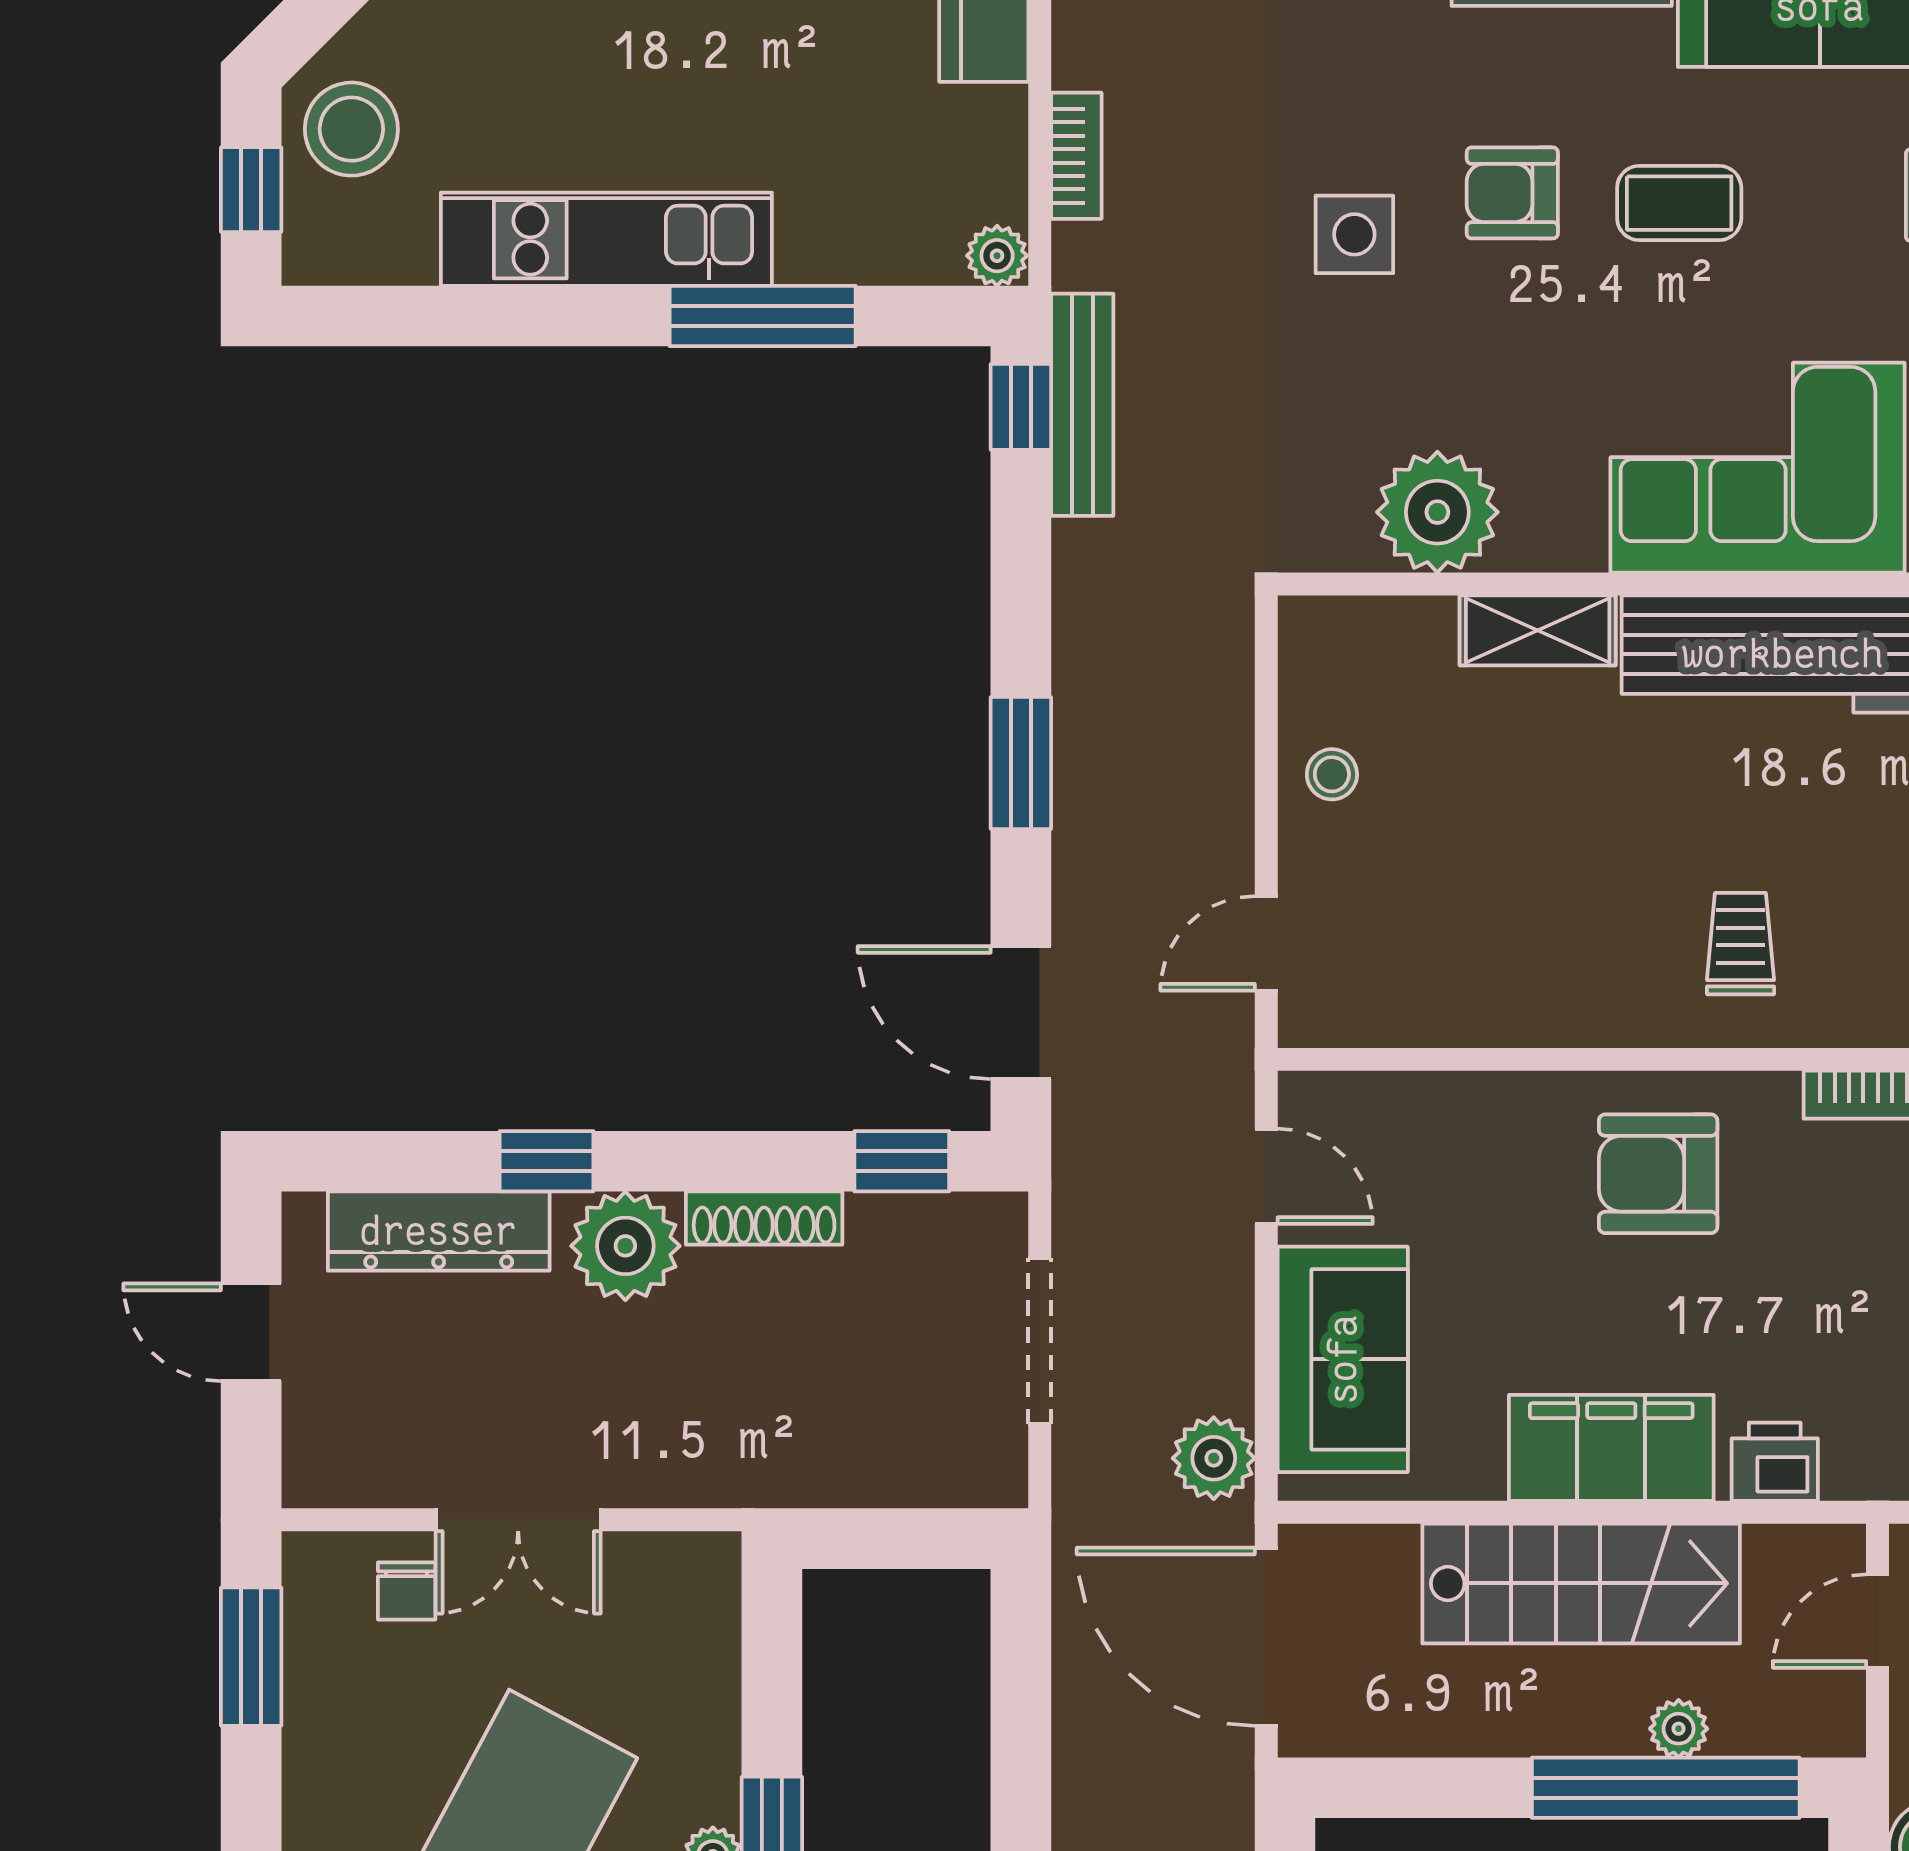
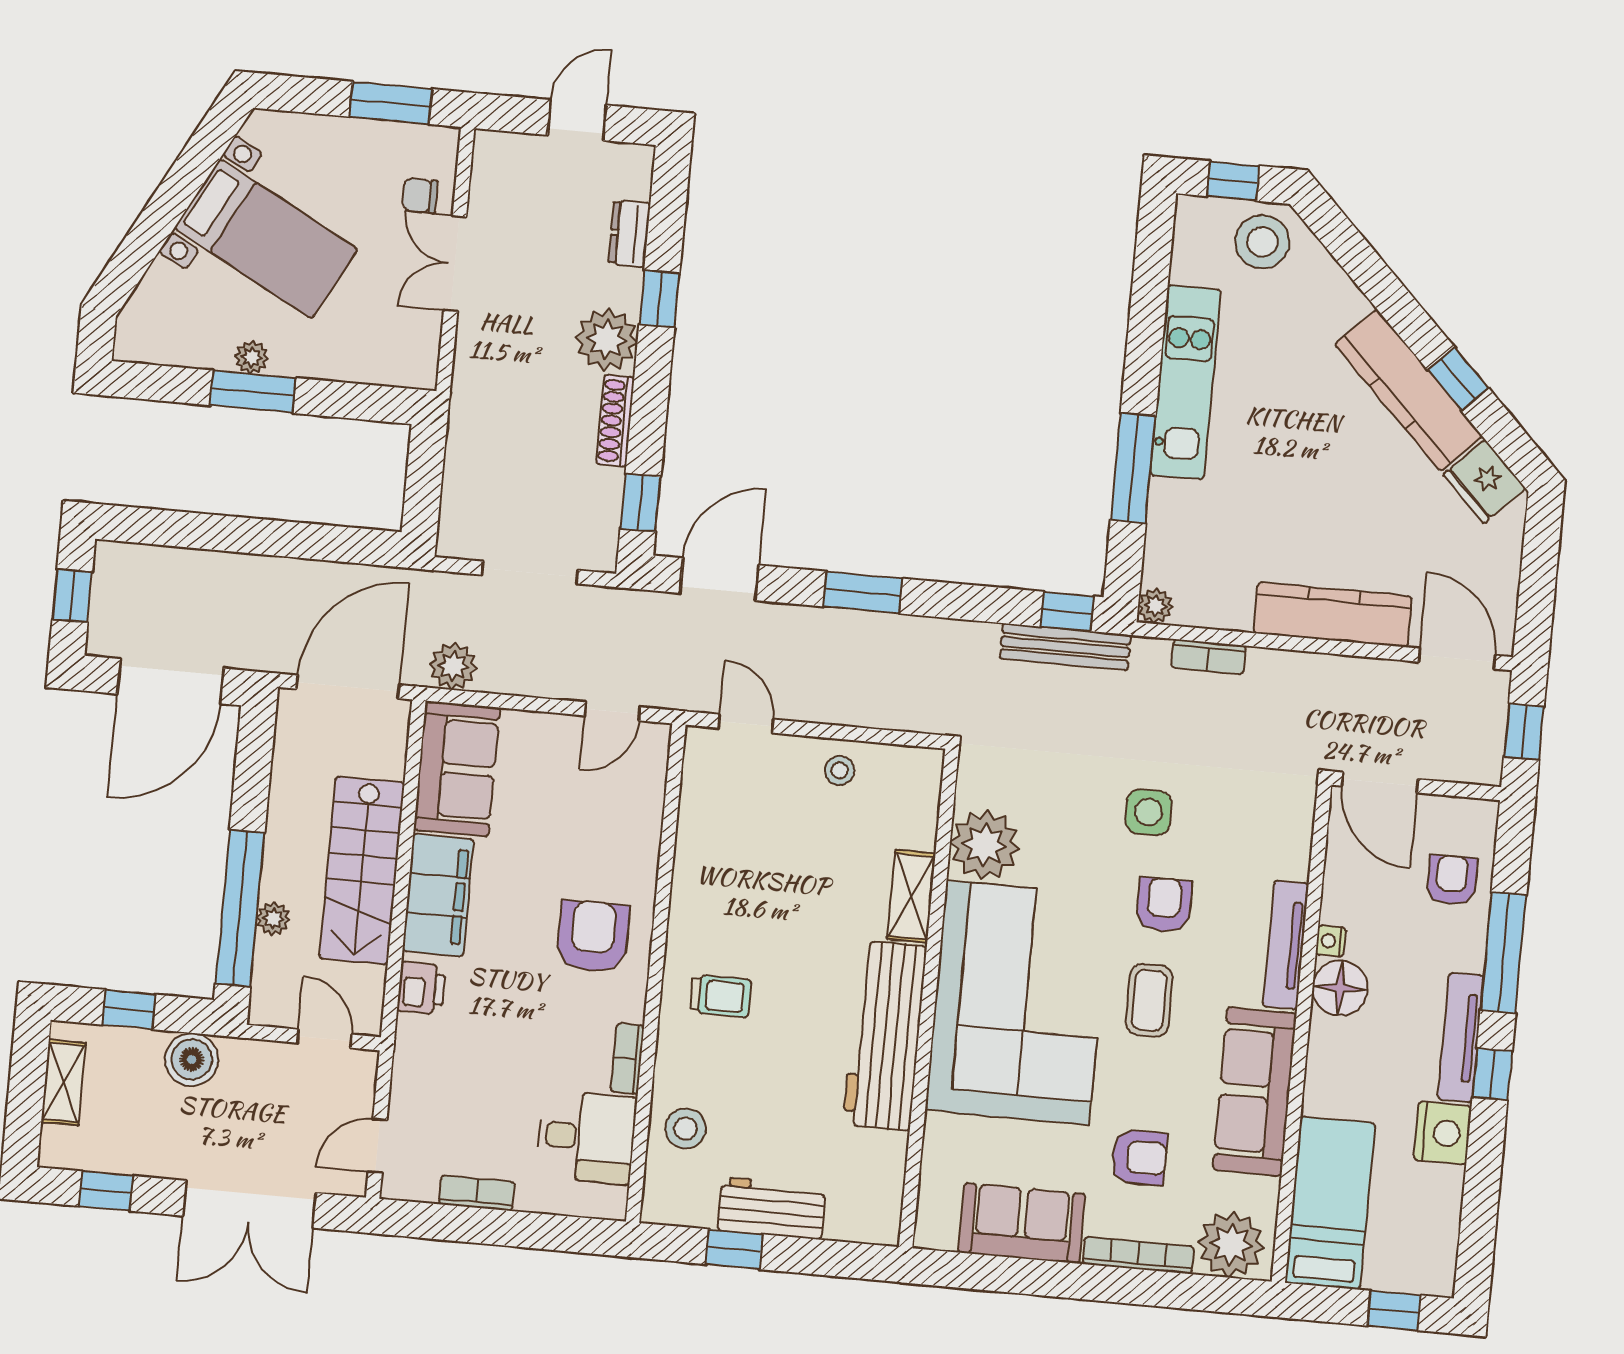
corner sofa: (1758, 468) -> (1018, 1003), width x1.36, depth x1.36
dresser: (439, 1231) -> (629, 234), width x0.51, depth x0.80
sofa: (1343, 1359) -> (457, 769), moved, turned -90

